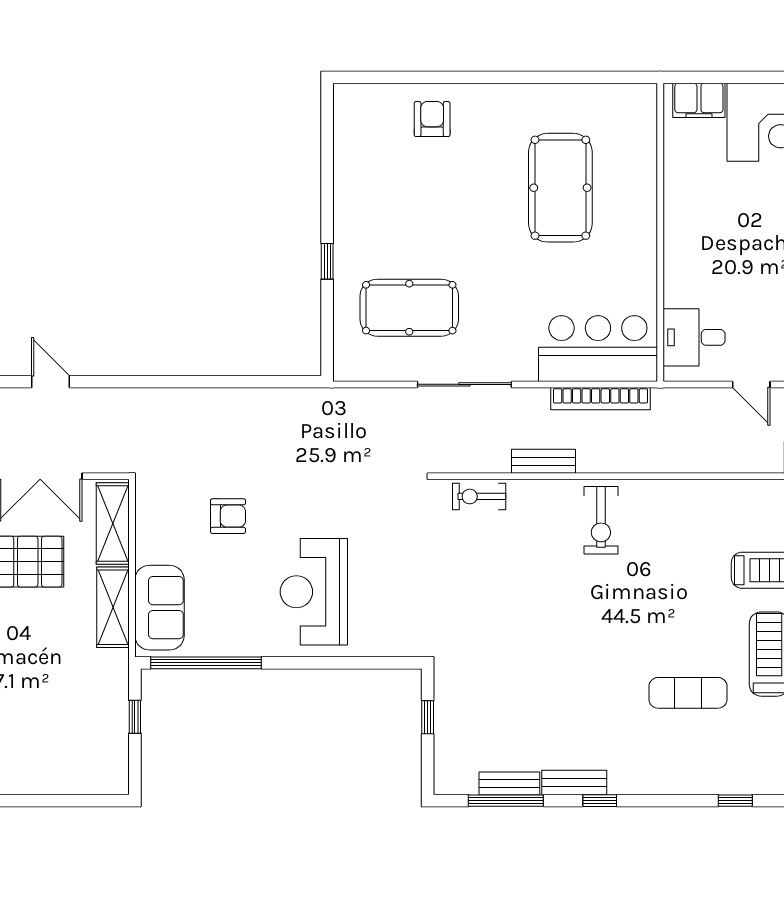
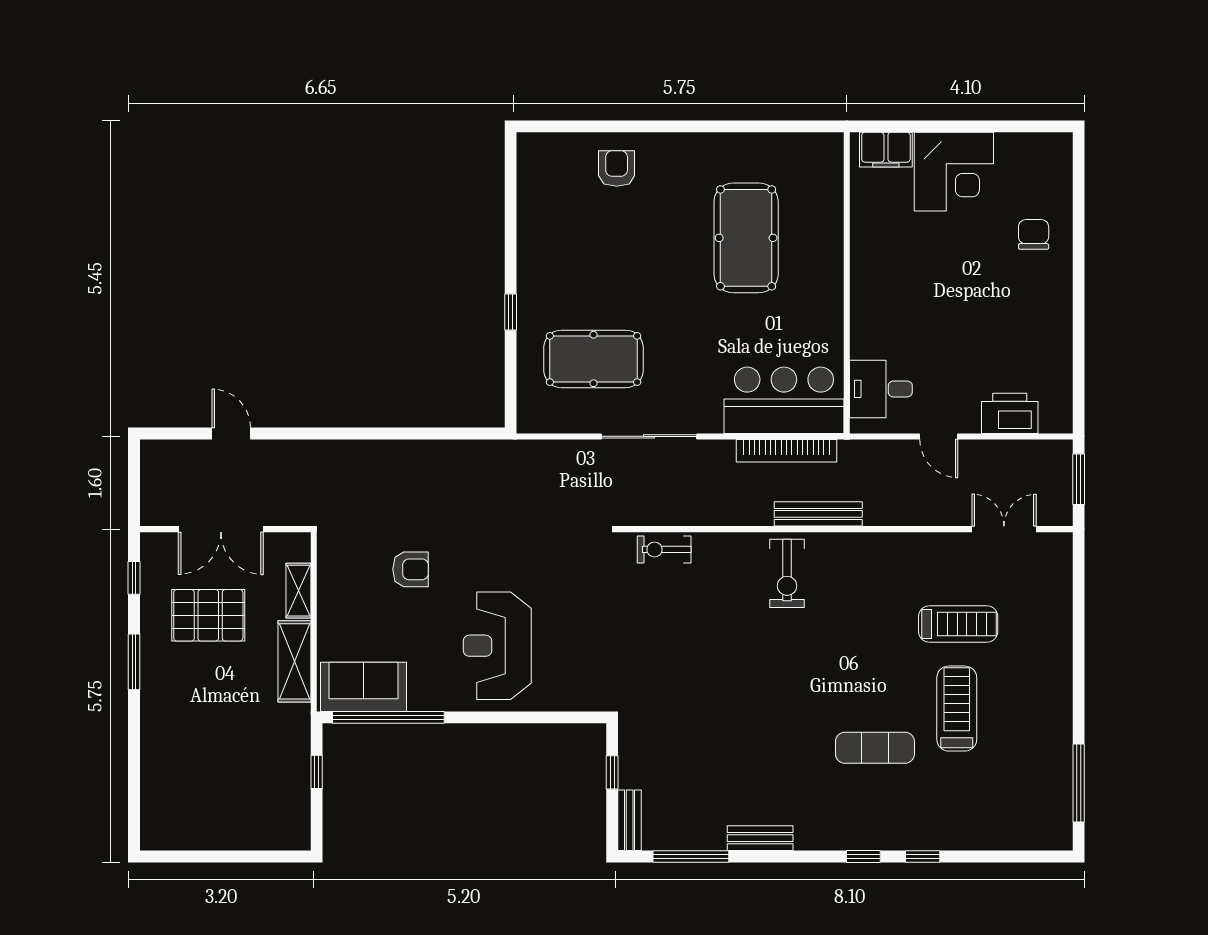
bench: (544, 461) -> (818, 514), moved, width x1.36
shelving: (113, 524) -> (298, 591), width x0.67, depth x0.75
sofa: (160, 608) -> (363, 687), moved, turned -90
bench: (509, 783) -> (630, 820), moved, turned 90
window: (600, 801) -> (863, 857), moved

